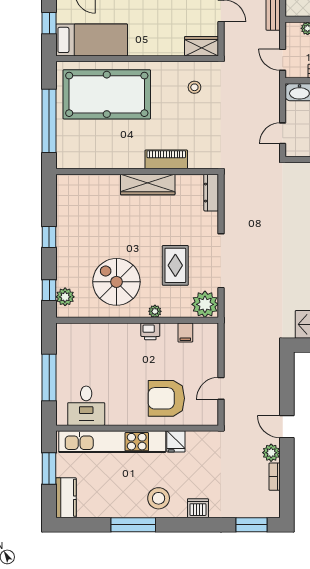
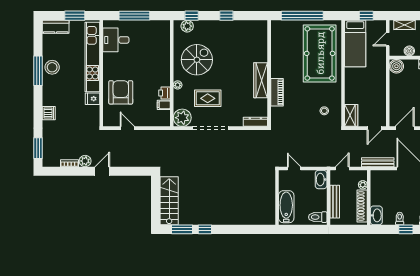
printer: (150, 331) -> (165, 93), moved
stool: (159, 498) -> (52, 67), moved

